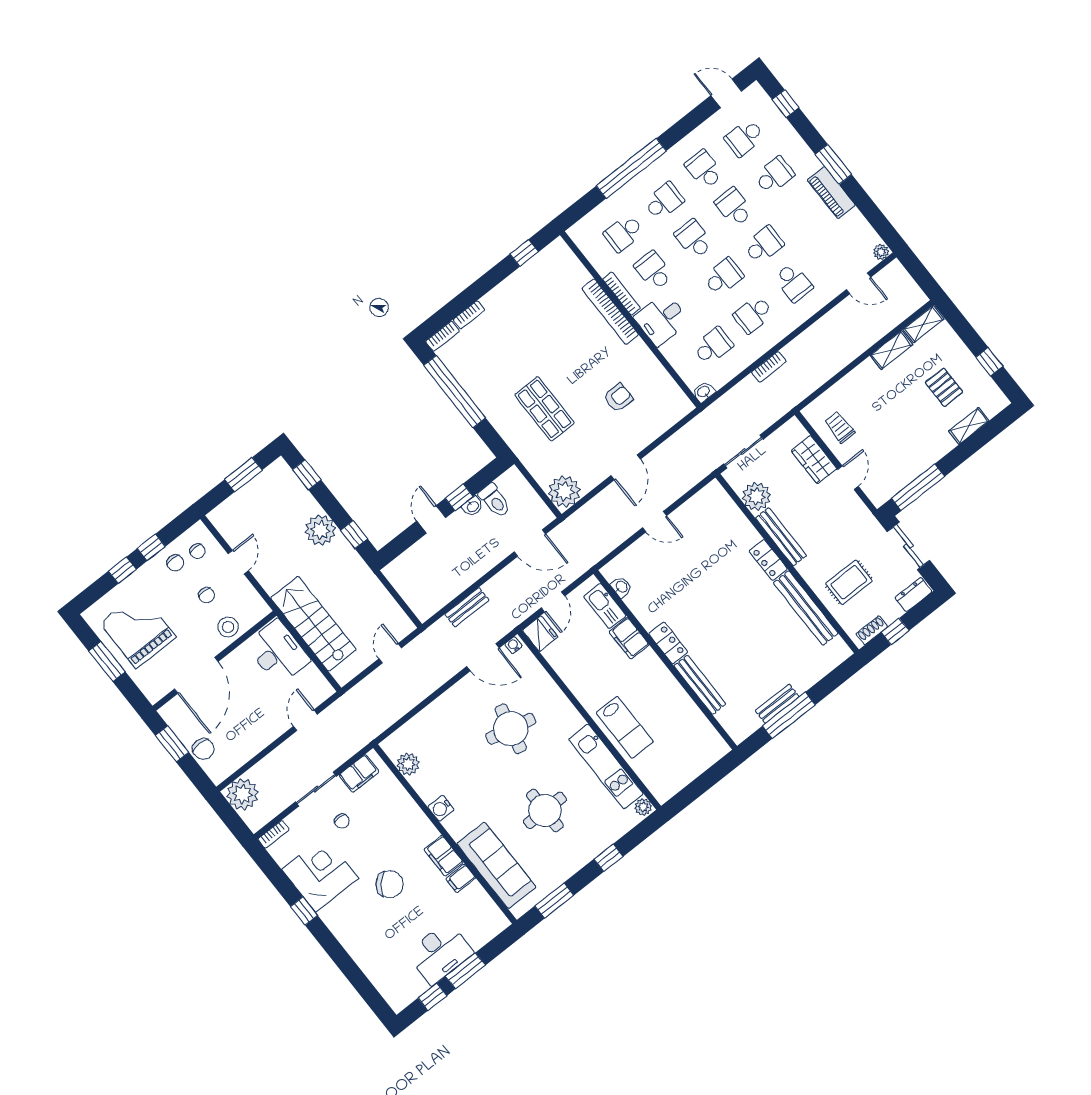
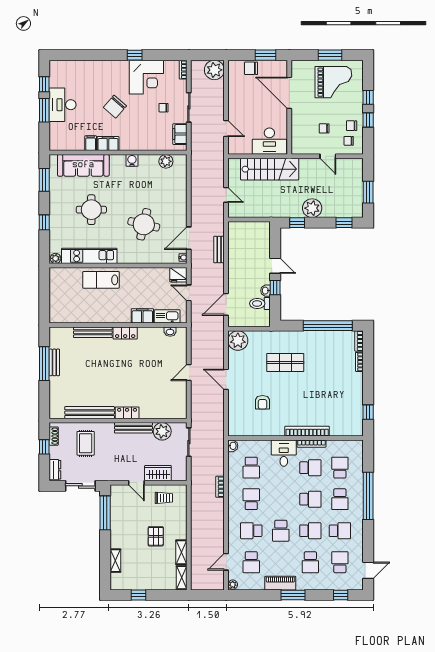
school desk: (723, 277) -> (251, 562), moved
pallet: (944, 387) -> (156, 536), moved, turned 90
stool: (228, 627) -> (301, 127), removed

